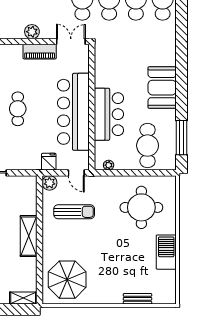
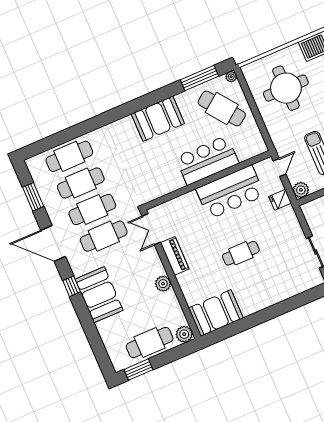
plant: (32, 32) -> (163, 284), moved
bar counter: (73, 112) -> (230, 192), width x0.73
cafe table: (148, 146) -> (222, 108), turned 53
plant: (109, 165) -> (231, 77), moved

